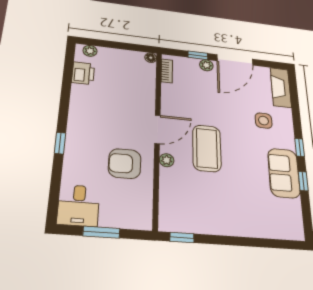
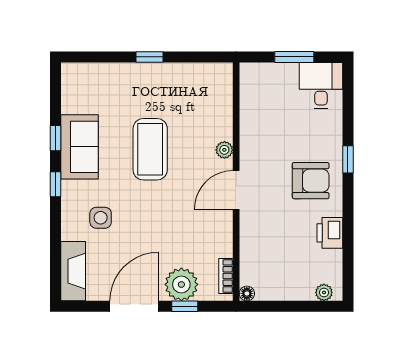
plant: (206, 65) -> (181, 284), width x1.88, depth x1.88
printer: (83, 73) -> (330, 233), moved
coffee table: (207, 148) -> (150, 149), moved
armchair: (125, 164) -> (311, 181), moved
window: (182, 238) -> (150, 57), moved

